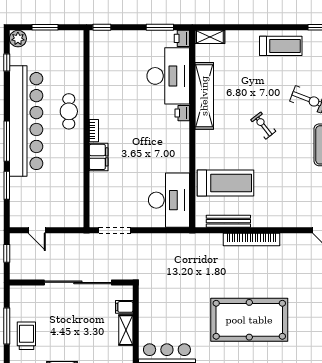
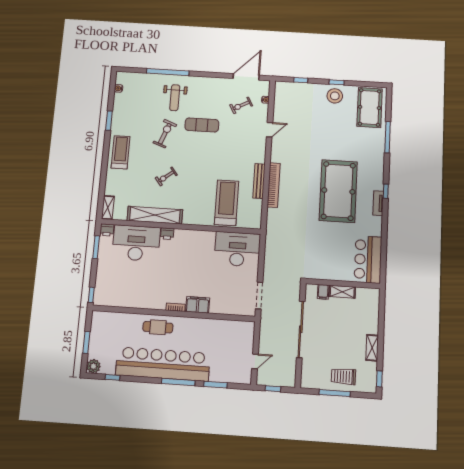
exercise bike: (263, 126) -> (166, 176), moved
bench: (228, 221) -> (259, 181), moved

